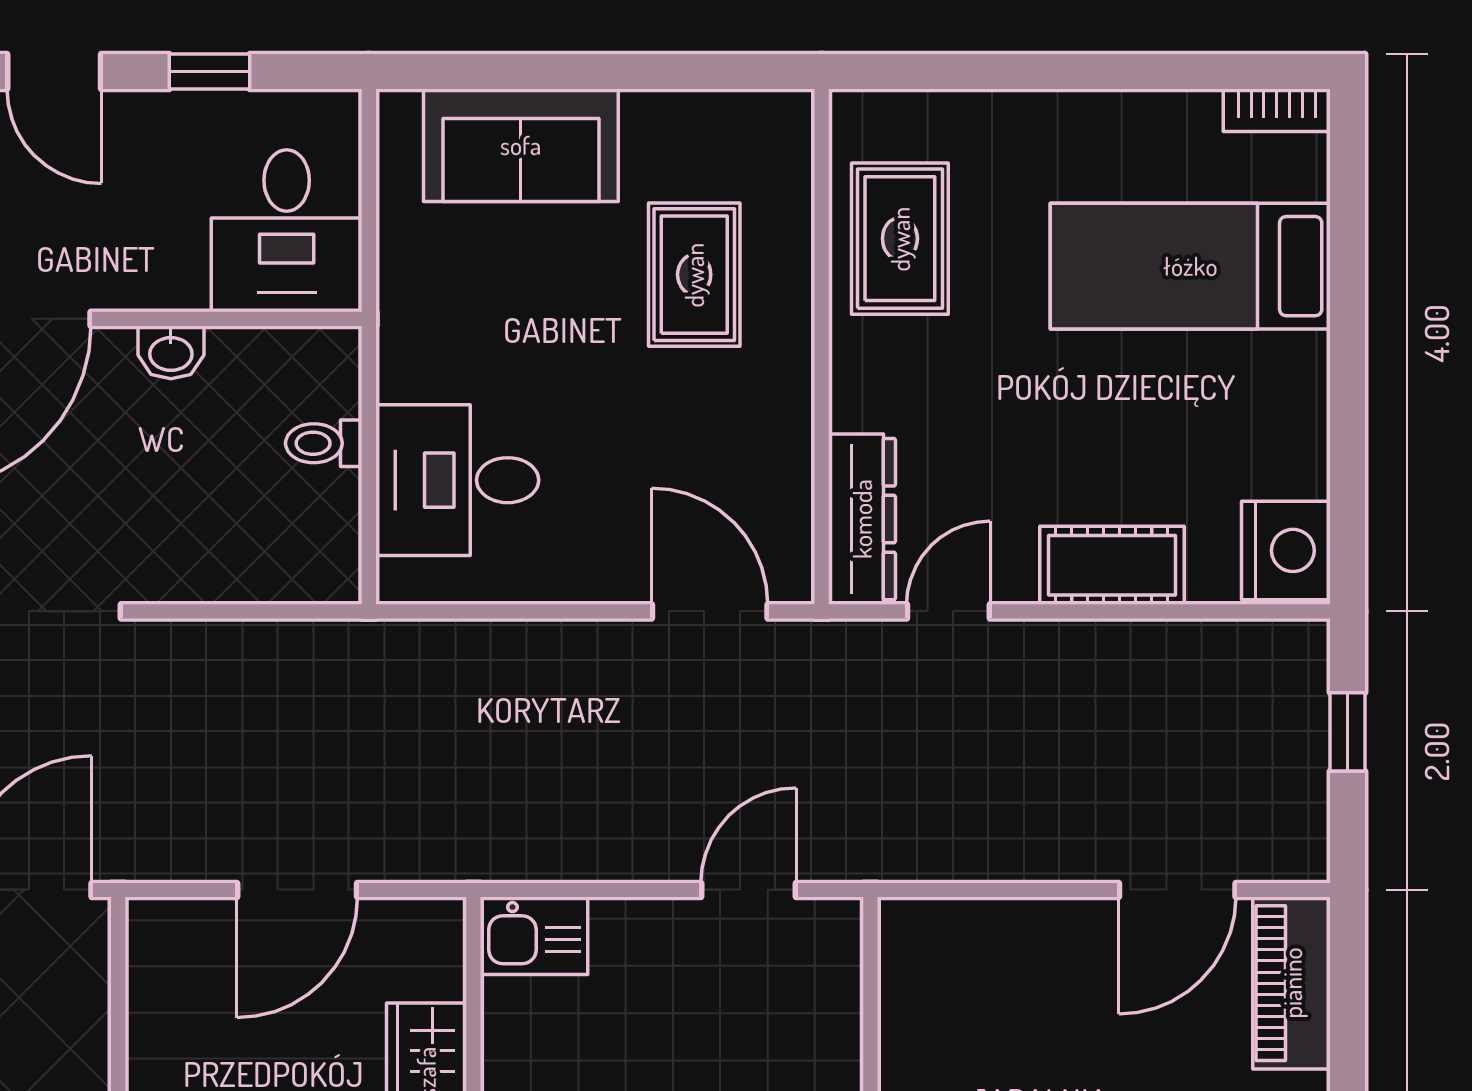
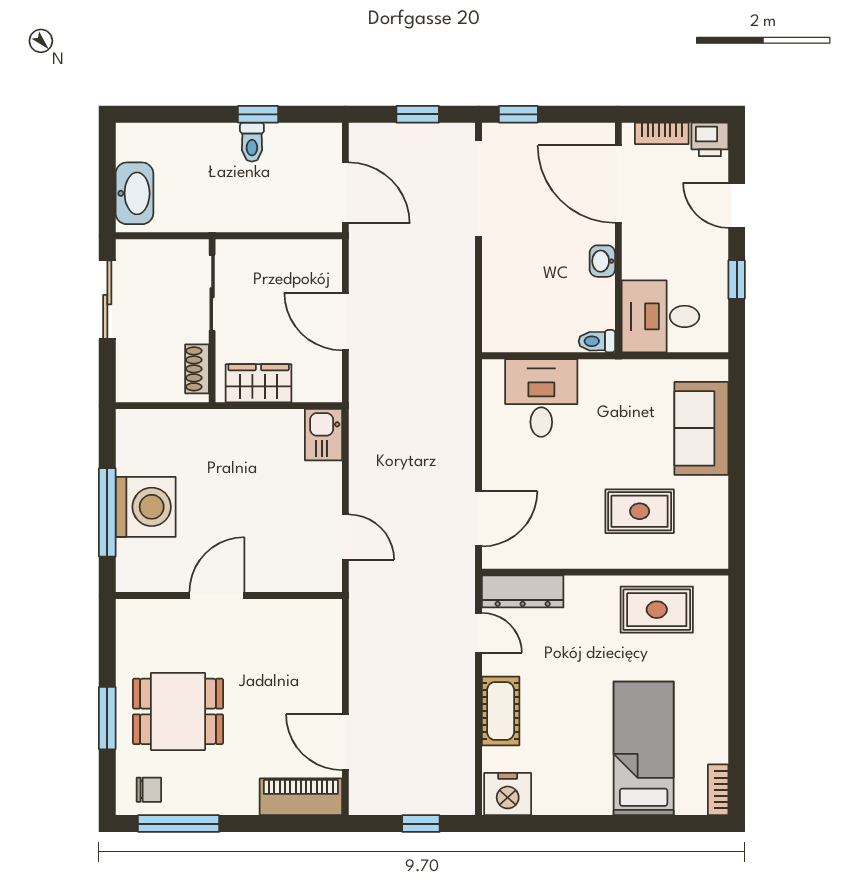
door: (54, 72) -> (737, 205), hinge flipped
toilet: (324, 443) -> (597, 341), moved, turned -90

